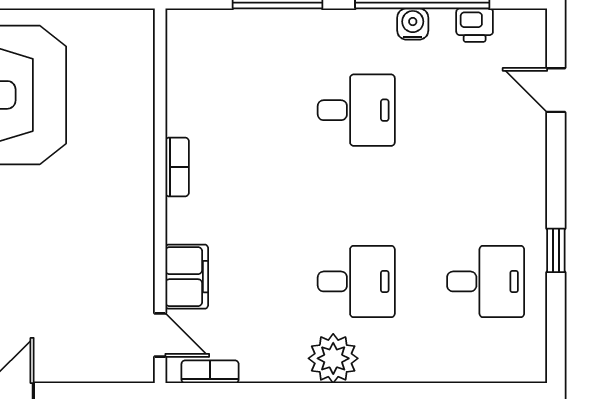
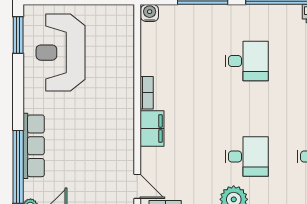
water cooler: (413, 24) -> (150, 13), moved
filing cabinet: (187, 277) -> (152, 128), moved

